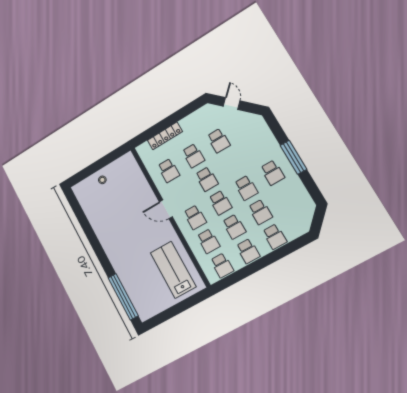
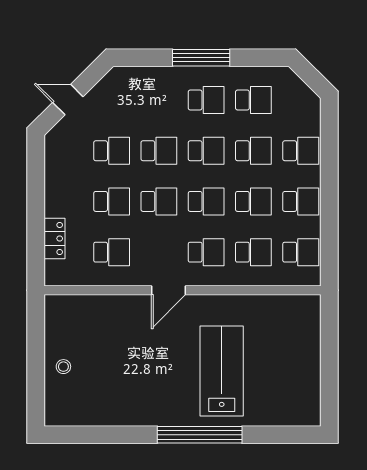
locker: (165, 136) -> (54, 238), width x0.66
school desk: (232, 164) -> (159, 151), added
school desk: (287, 197) -> (253, 100), added
lab bench: (173, 270) -> (222, 371), moved, turned 90
window: (123, 297) -> (200, 435), moved

